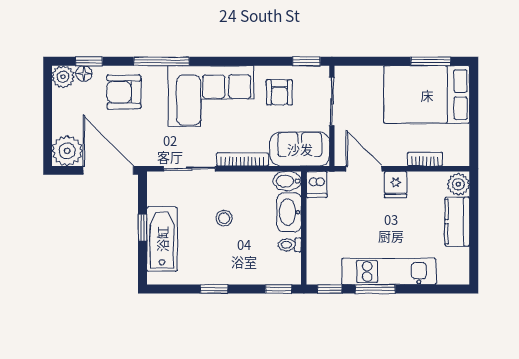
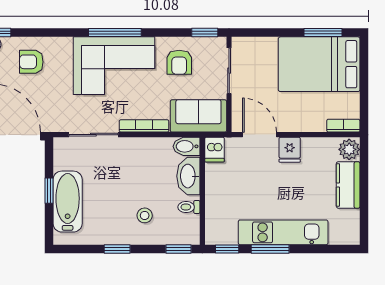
window: (161, 61) -> (115, 33), moved
armchair: (124, 92) -> (31, 62), width x0.72, depth x0.72
bookcase: (425, 159) -> (343, 126), moved
stool: (224, 218) -> (145, 215), moved

